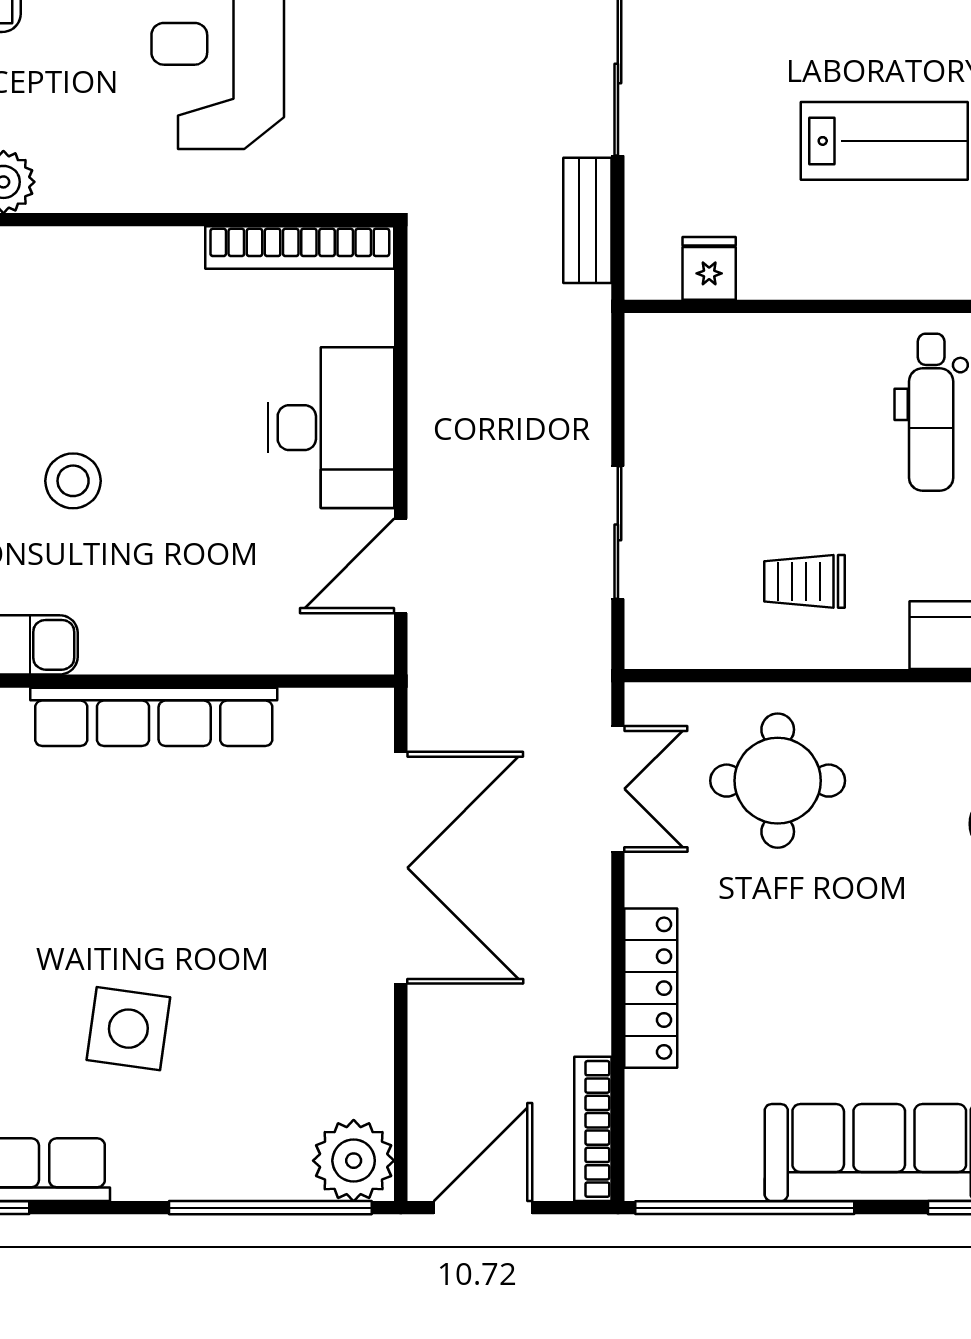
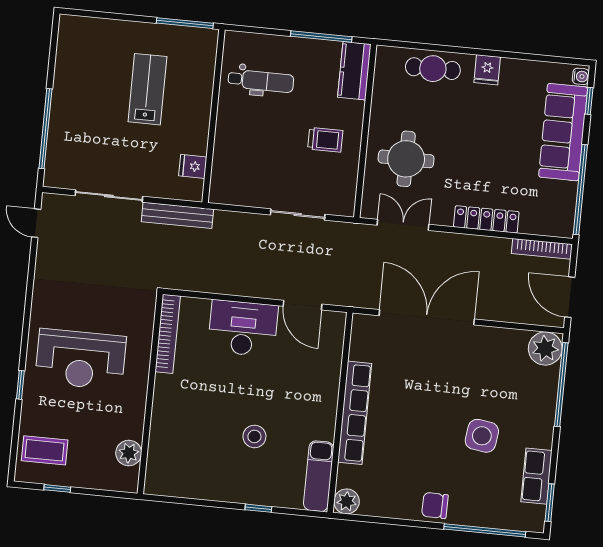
bench: (587, 220) -> (177, 215), width x1.36
trolley: (804, 581) -> (325, 140), turned -90

